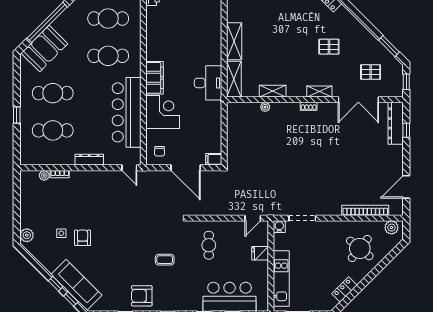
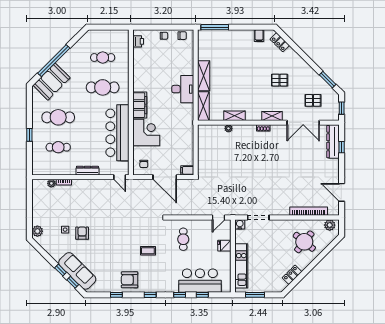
cafe table: (108, 19) -> (103, 58), width x0.73, depth x0.74
desk: (208, 83) -> (183, 89), moved
cafe table: (53, 130) -> (58, 147), width x0.73, depth x0.74
door: (406, 187) -> (342, 192), hinge flipped

